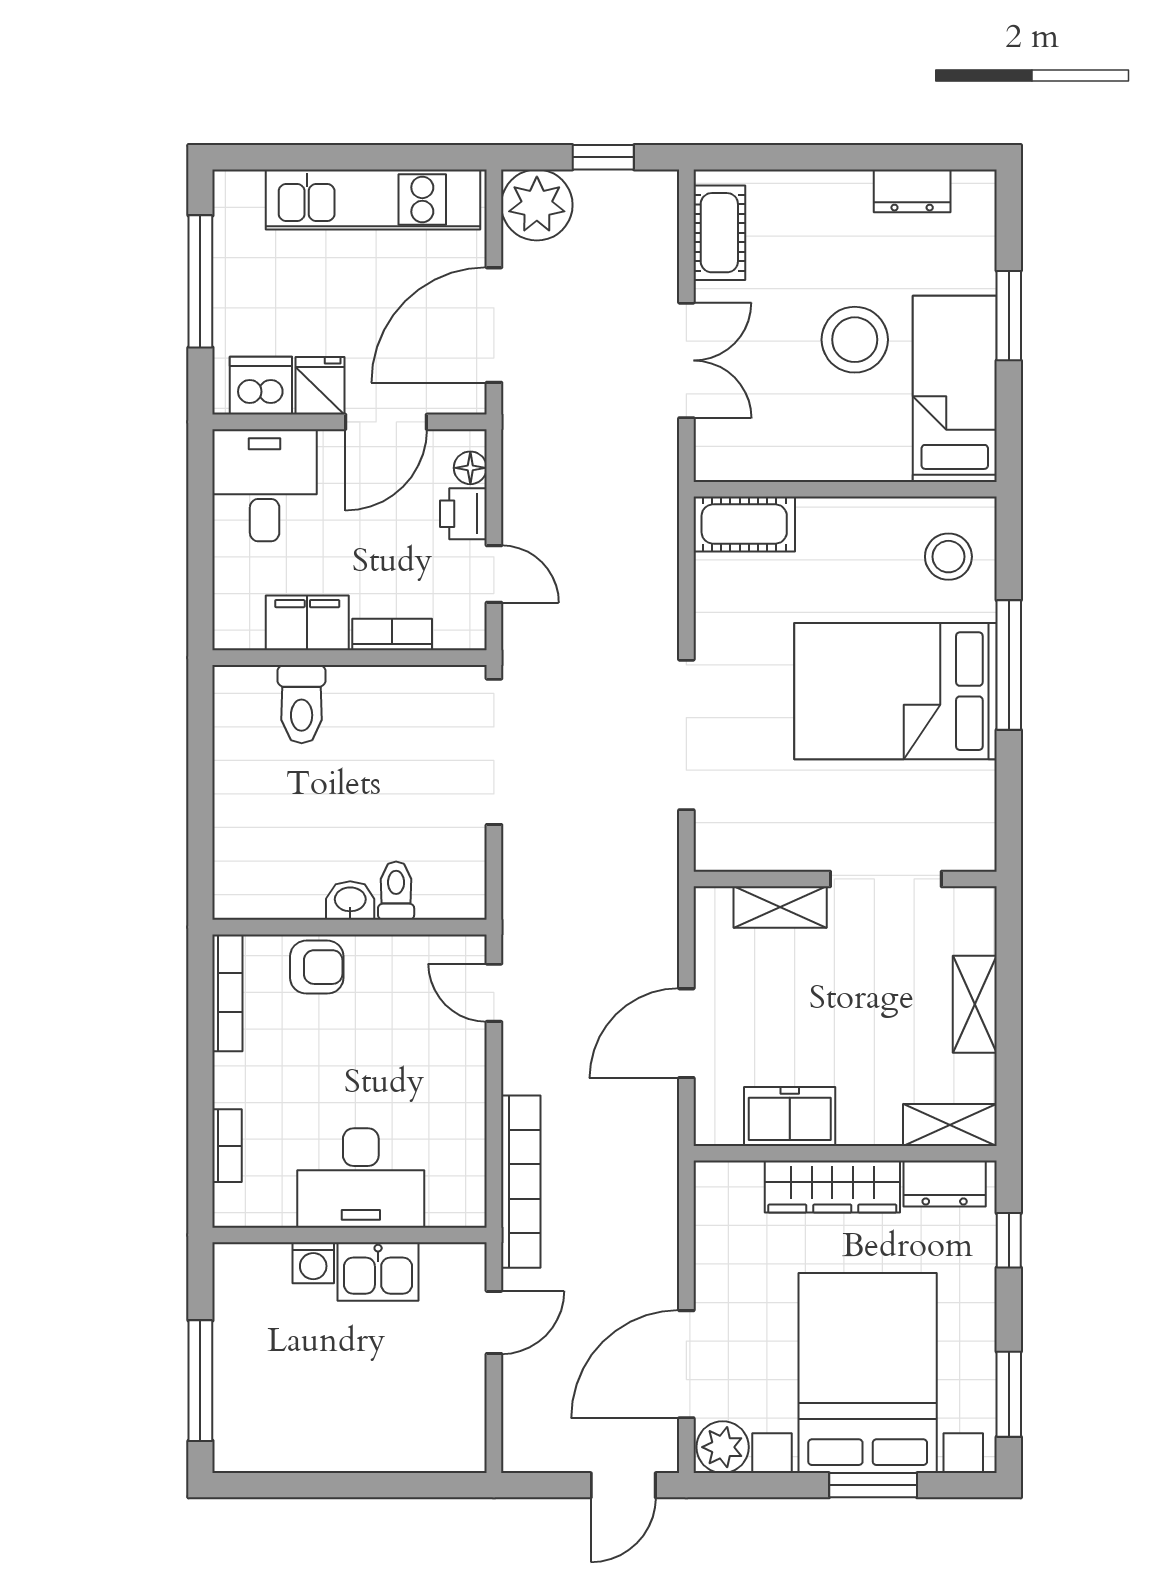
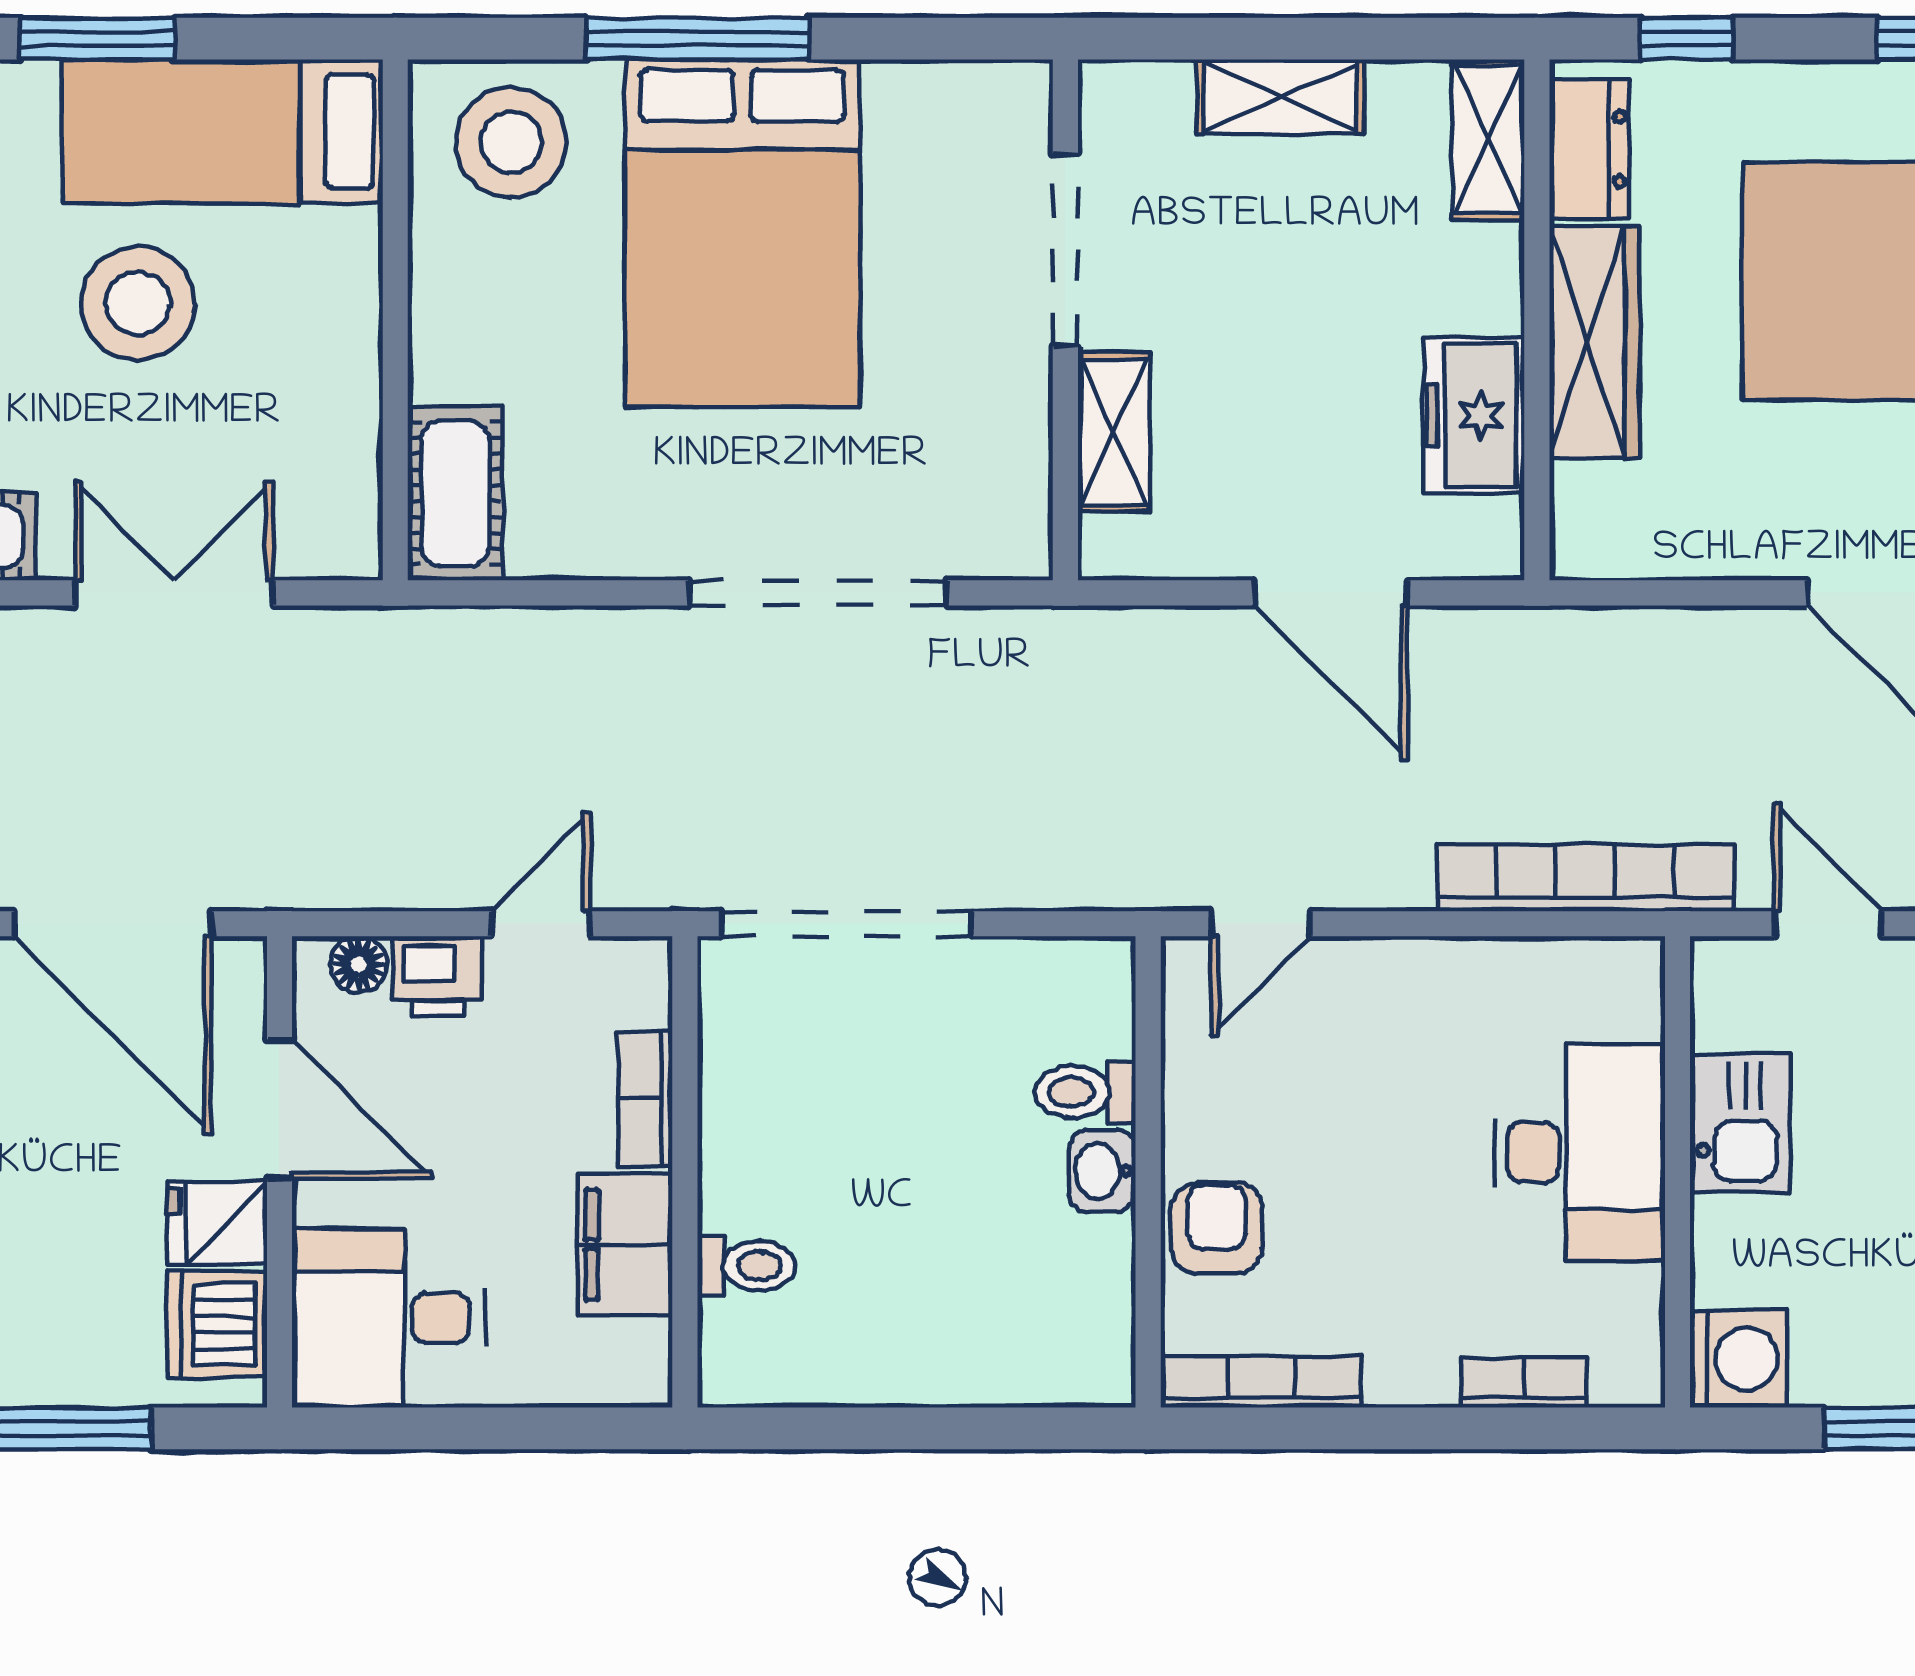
stool: (948, 557) -> (511, 142), width x1.38, depth x1.38
toilet: (302, 704) -> (746, 1266), width x0.73, depth x0.72
washing machine: (313, 1263) -> (1739, 1359), moved, width x1.38, depth x1.38

